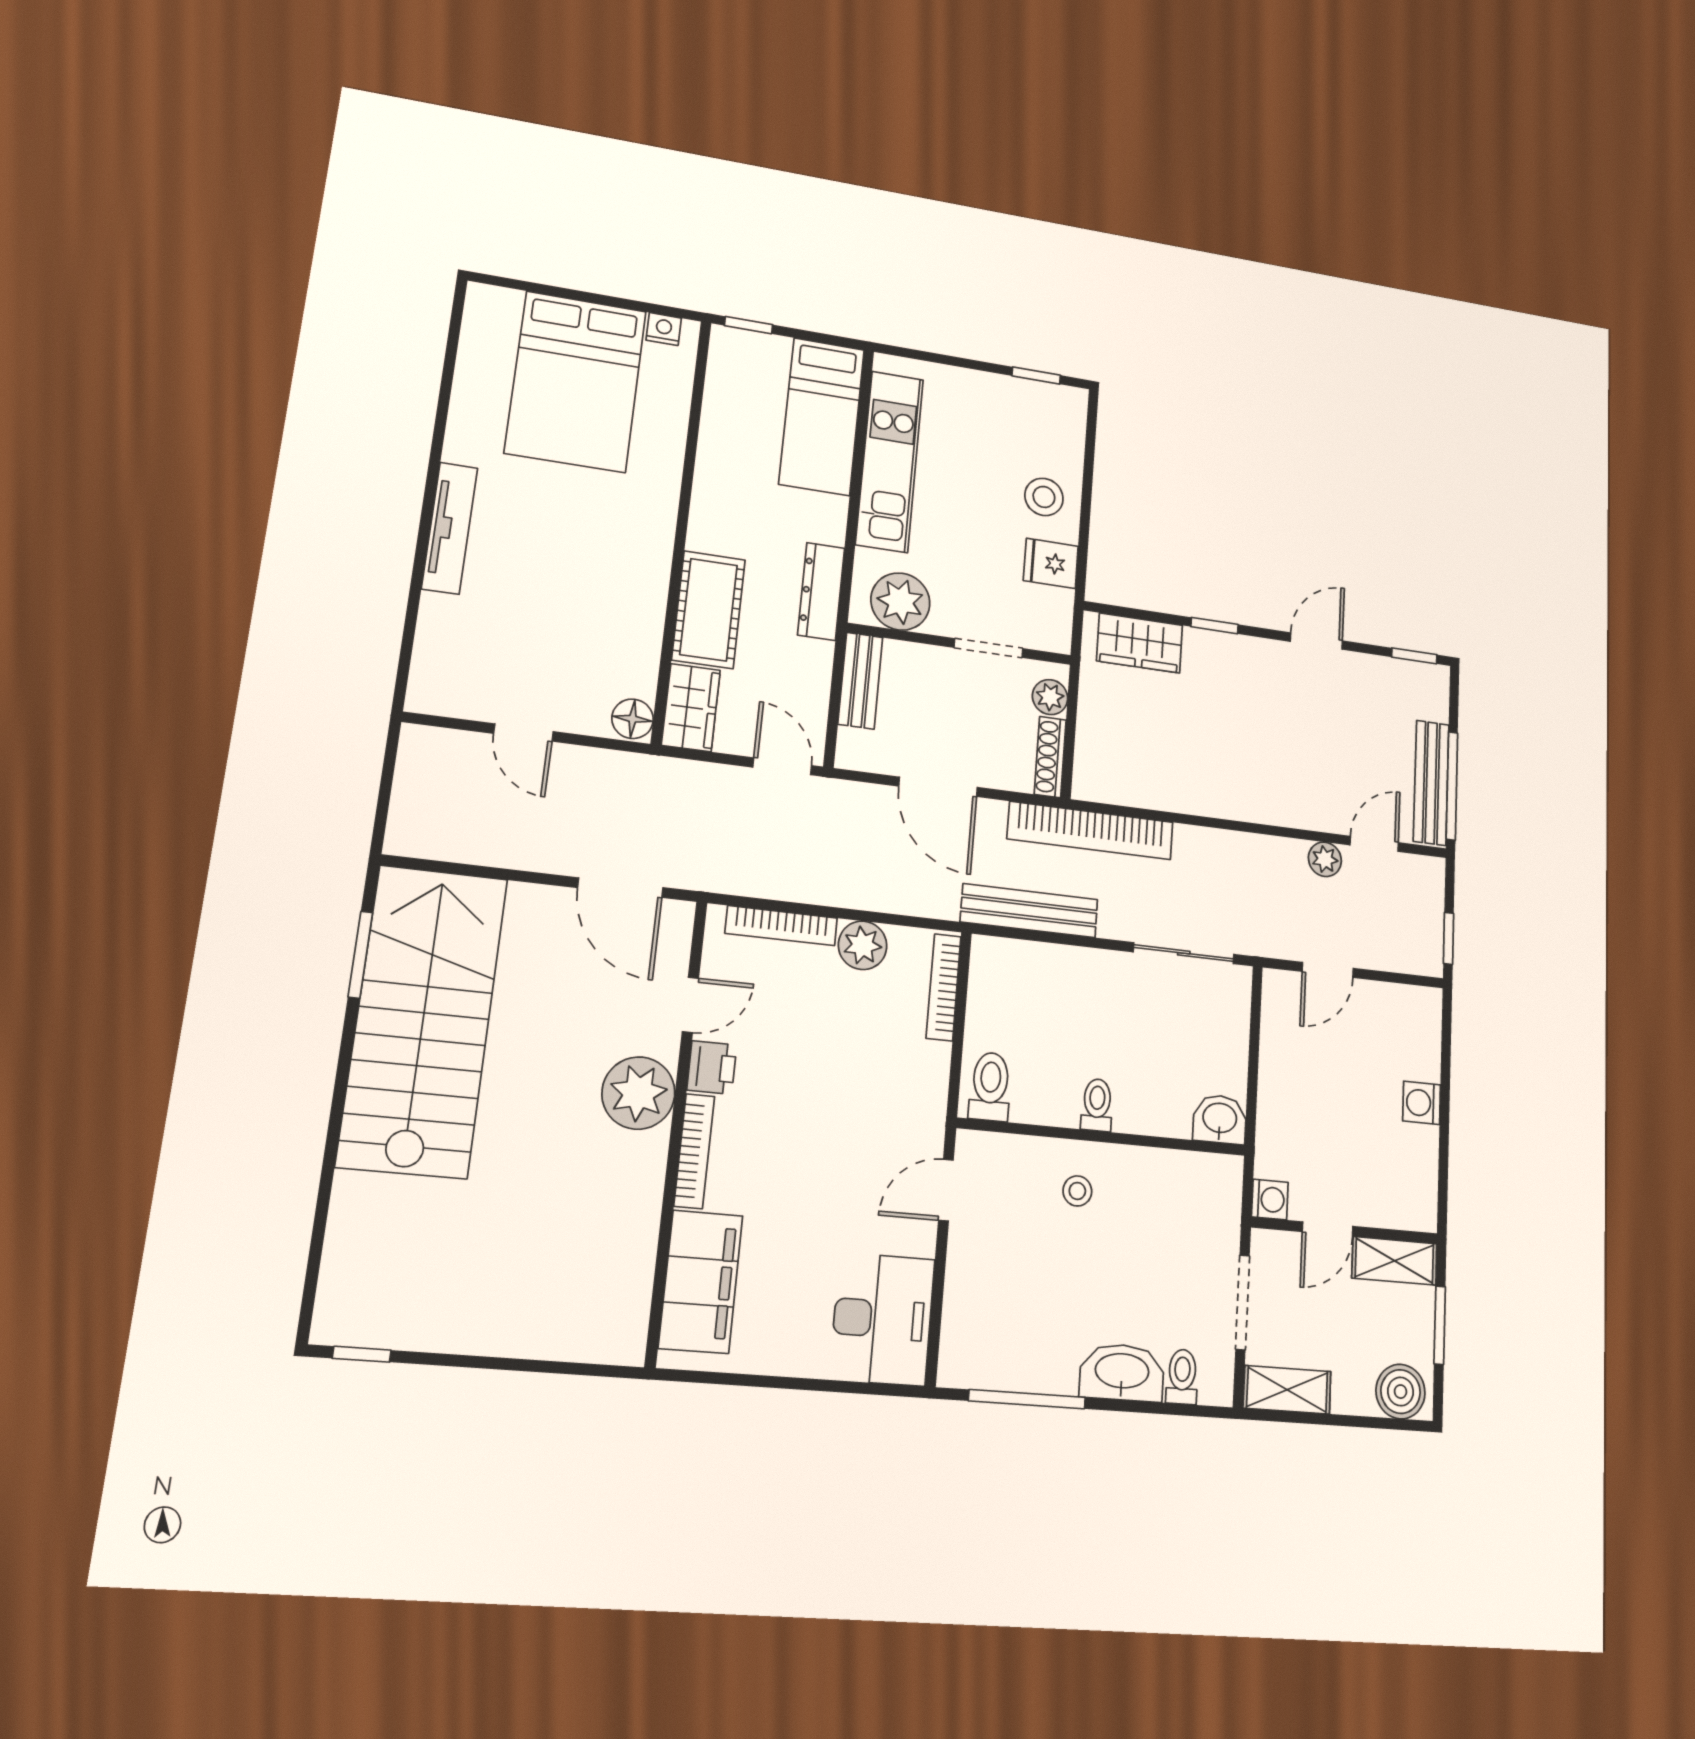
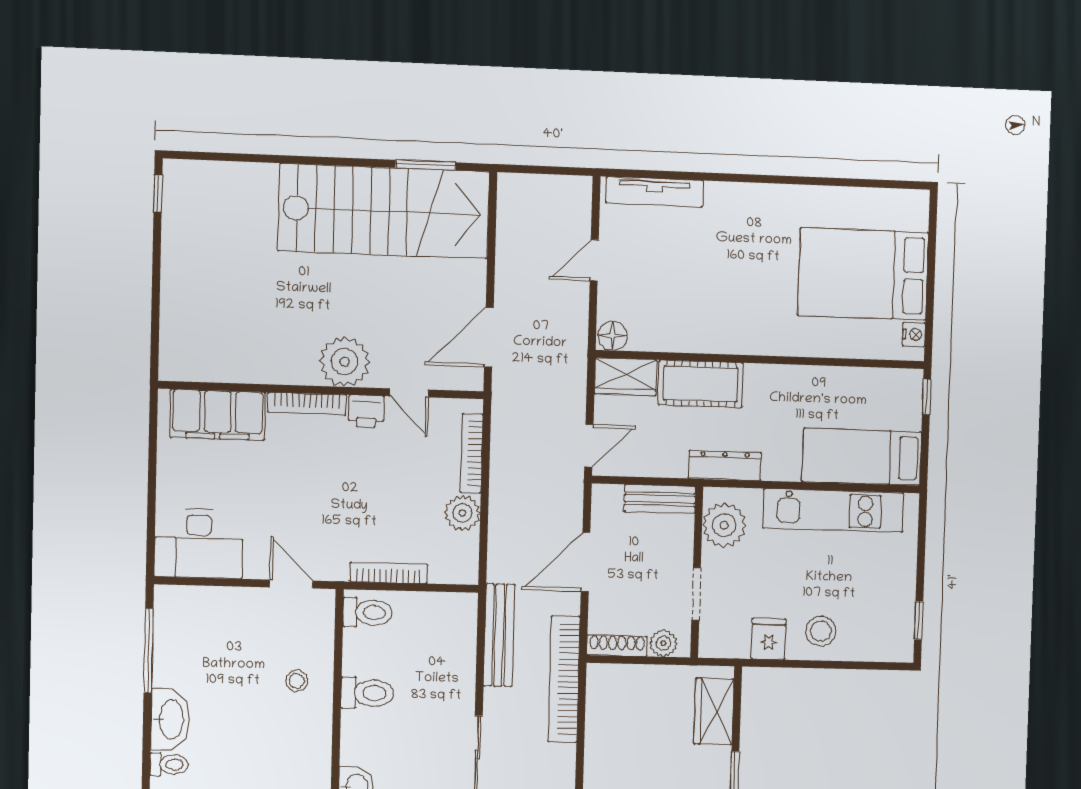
tv unit: (450, 528) -> (655, 192), moved
bookcase: (944, 987) -> (389, 573), moved
toilet: (1097, 1105) -> (367, 693), width x1.37, depth x1.39

